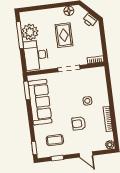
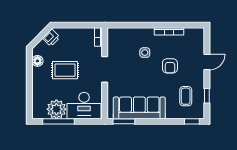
plant: (110, 145) -> (199, 33), removed

